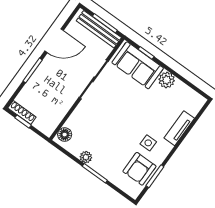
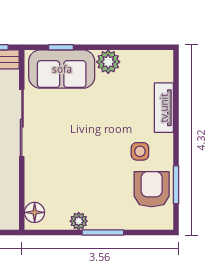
armchair: (139, 169) -> (152, 189), turned 180

